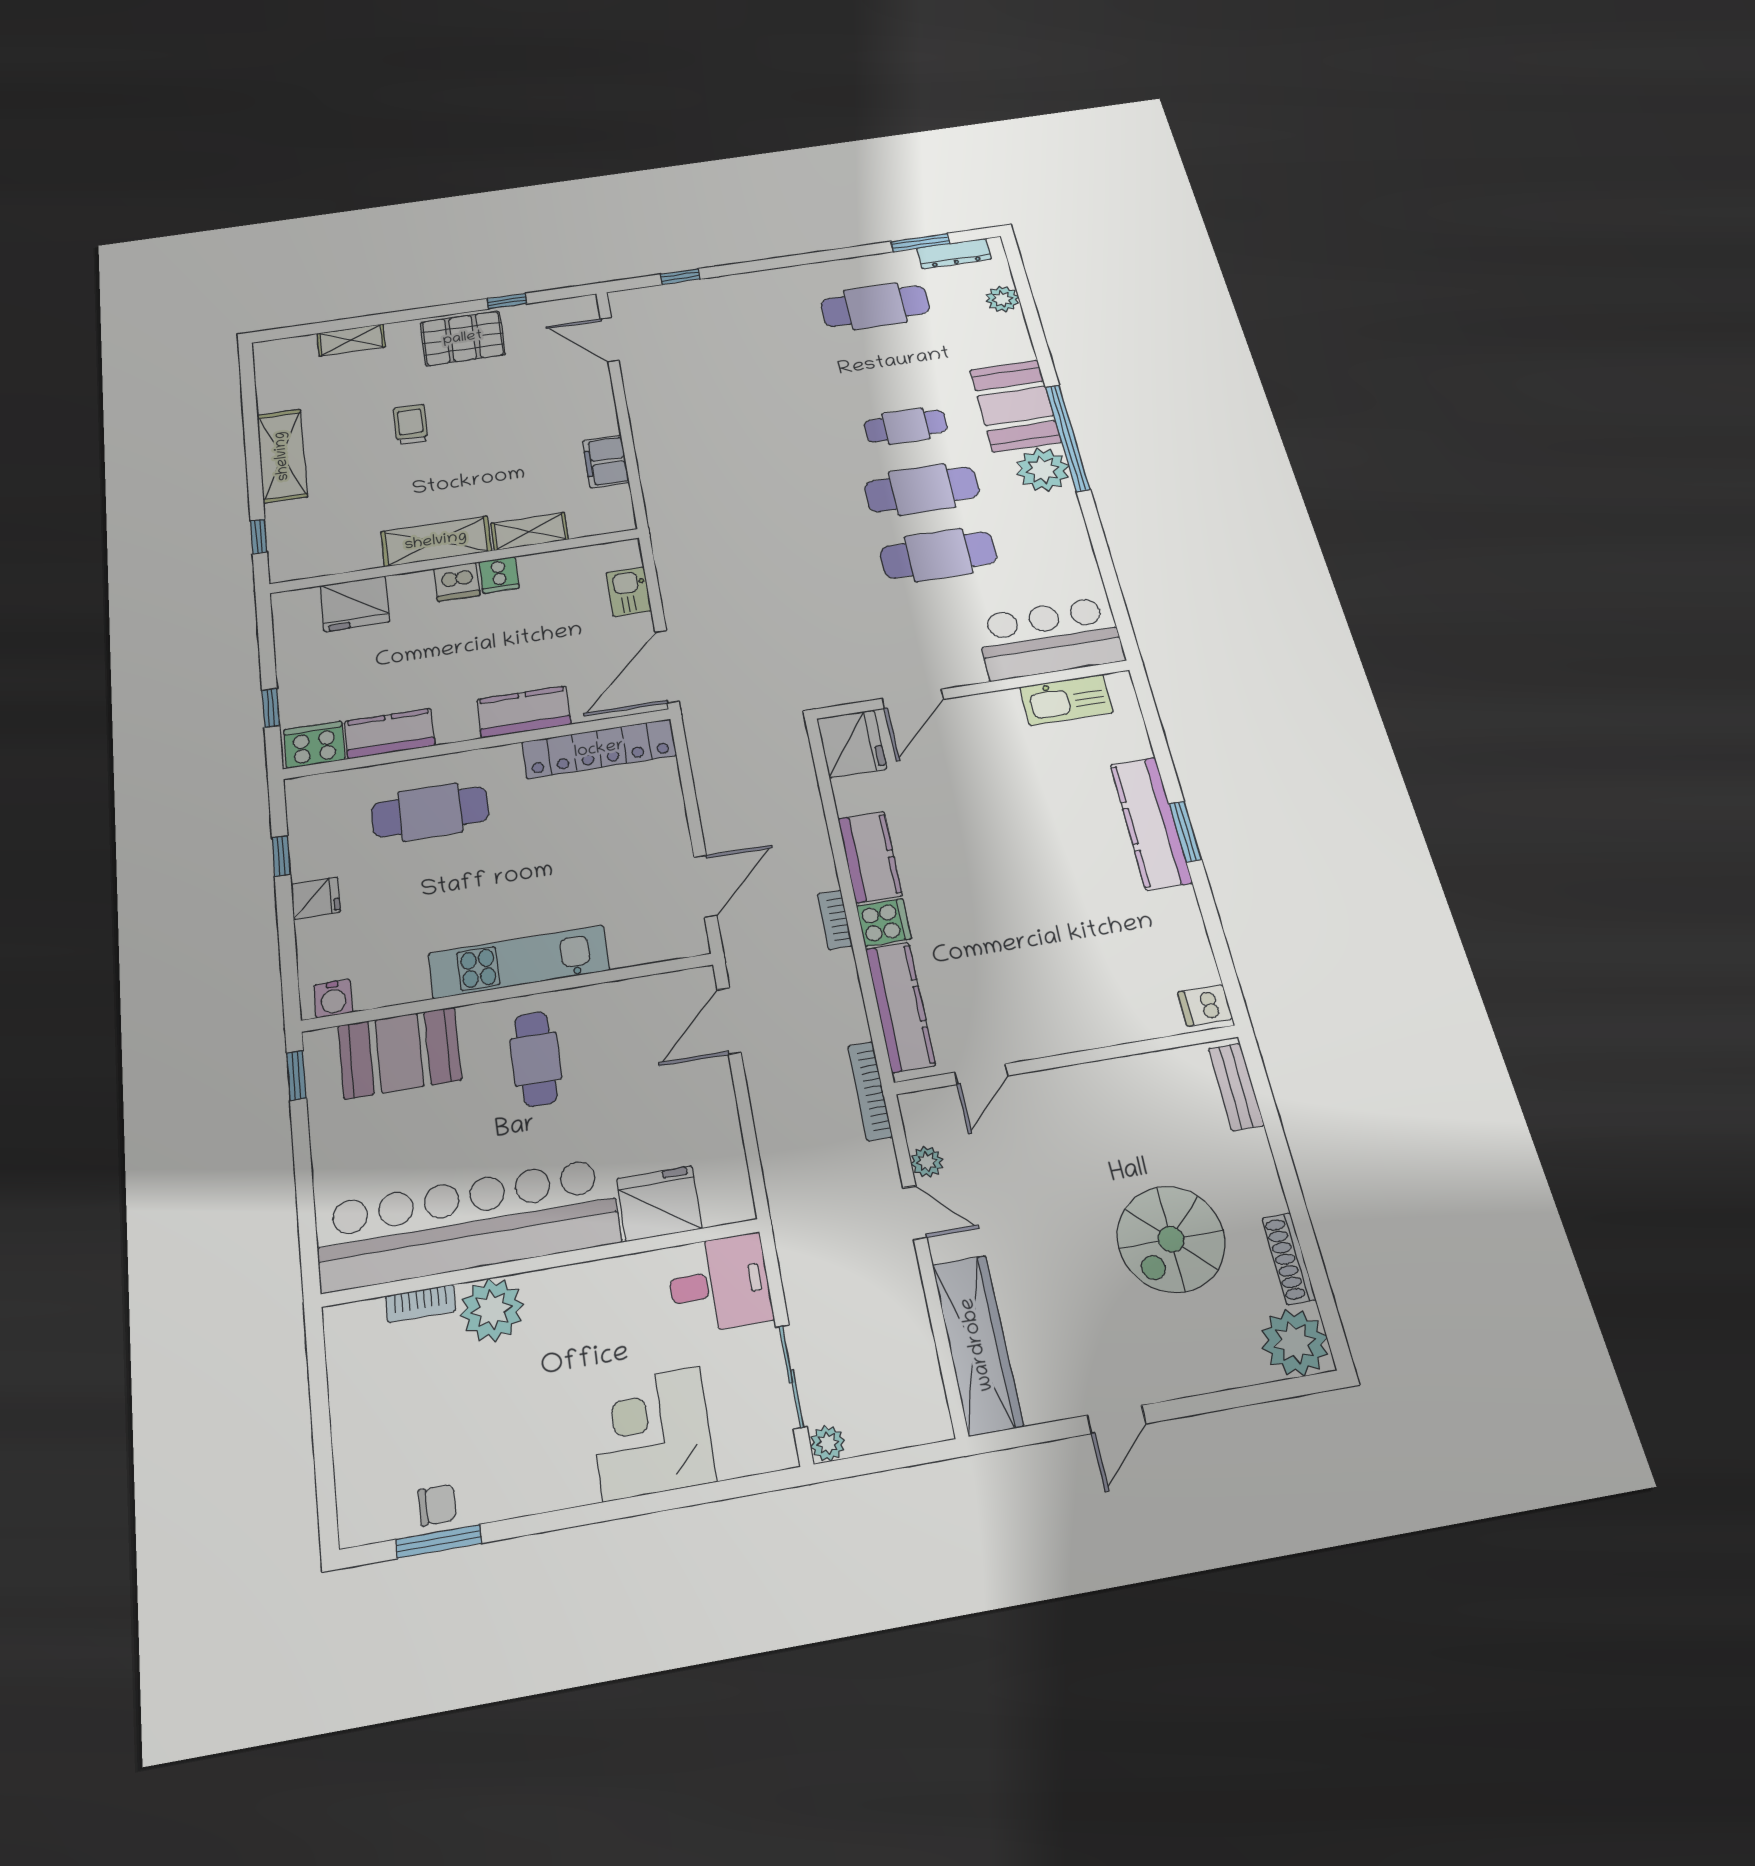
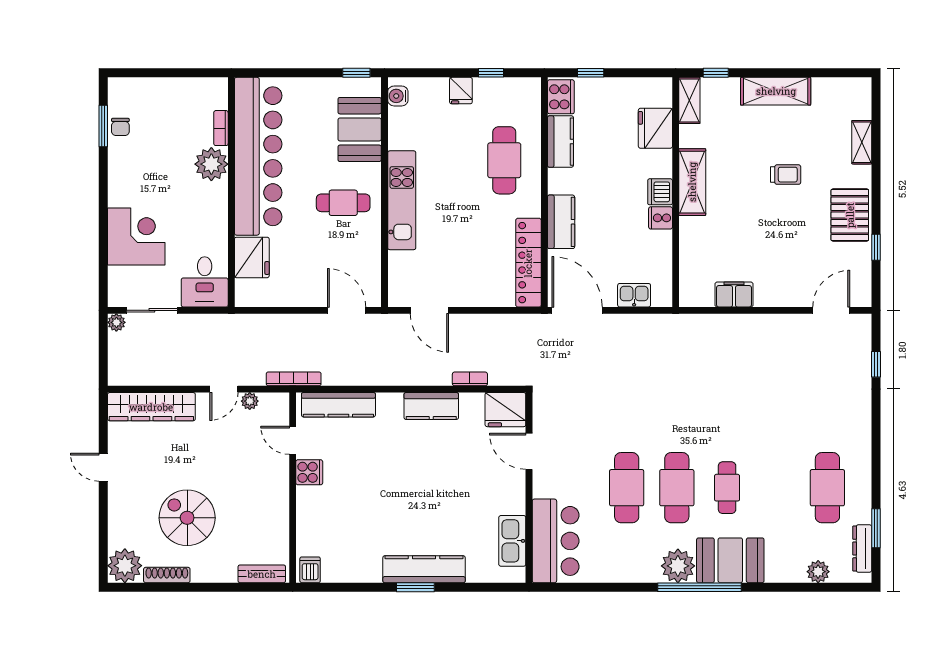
shelving: (530, 531) -> (689, 100), moved
bookcase: (835, 920) -> (470, 379), moved
cooker: (884, 922) -> (309, 472), moved, turned -90

